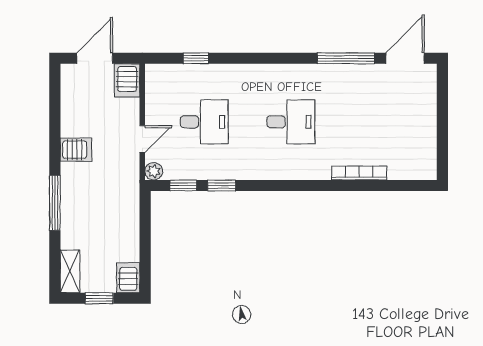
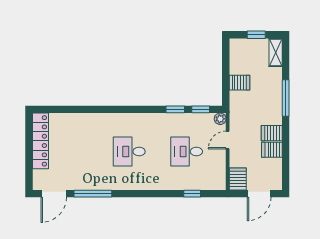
server rack: (76, 125) -> (272, 150), added
locker: (425, 138) -> (40, 141), added
bookcase: (359, 173) -> (84, 118), removed
server rack: (128, 278) -> (239, 83), moved, turned -90

